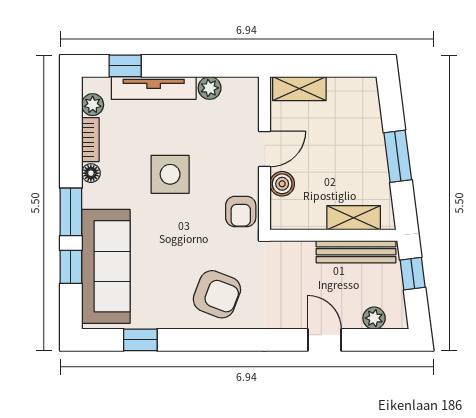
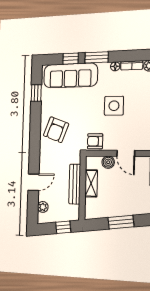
shelving: (354, 218) -> (91, 183), moved
bench: (356, 252) -> (75, 184), moved

